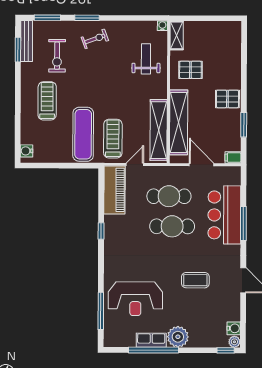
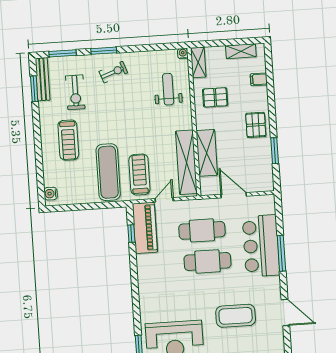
shelving: (218, 27) -> (241, 51), added
pallet: (227, 99) -> (256, 125), turned 90
treadmill: (47, 101) -> (68, 140), turned 180
shelving: (179, 122) -> (207, 153), width x0.68
filing cabinet: (233, 158) -> (259, 79), moved
window: (101, 231) -> (131, 234), moved
coffee table: (195, 280) -> (236, 316), width x1.36, depth x1.32

